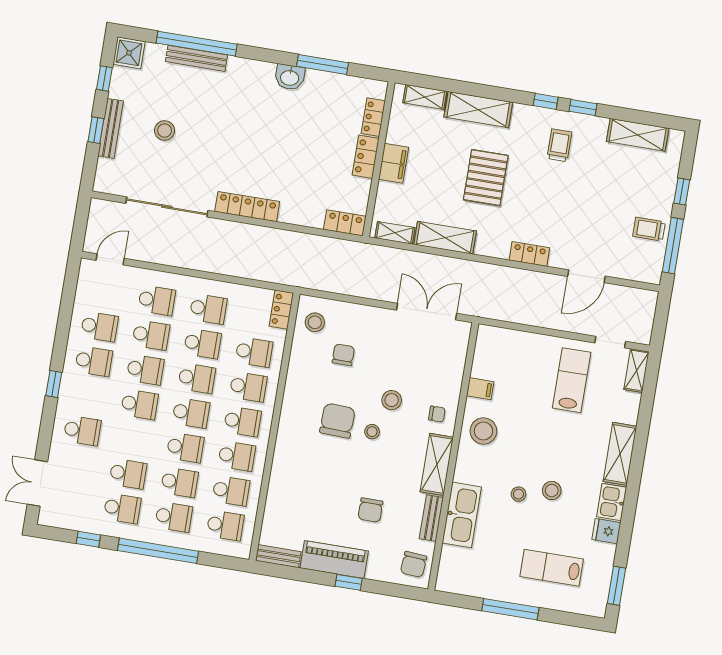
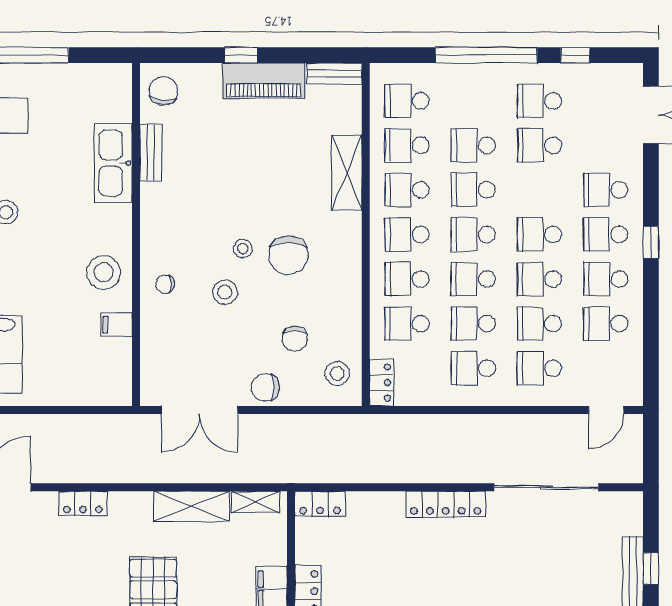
stool: (165, 131) -> (565, 582), removed
shelving: (437, 464) -> (347, 173), moved
stool: (519, 494) -> (47, 201), removed
chair: (370, 510) -> (265, 387), moved, turned -90
school desk: (174, 517) -> (606, 234), moved

